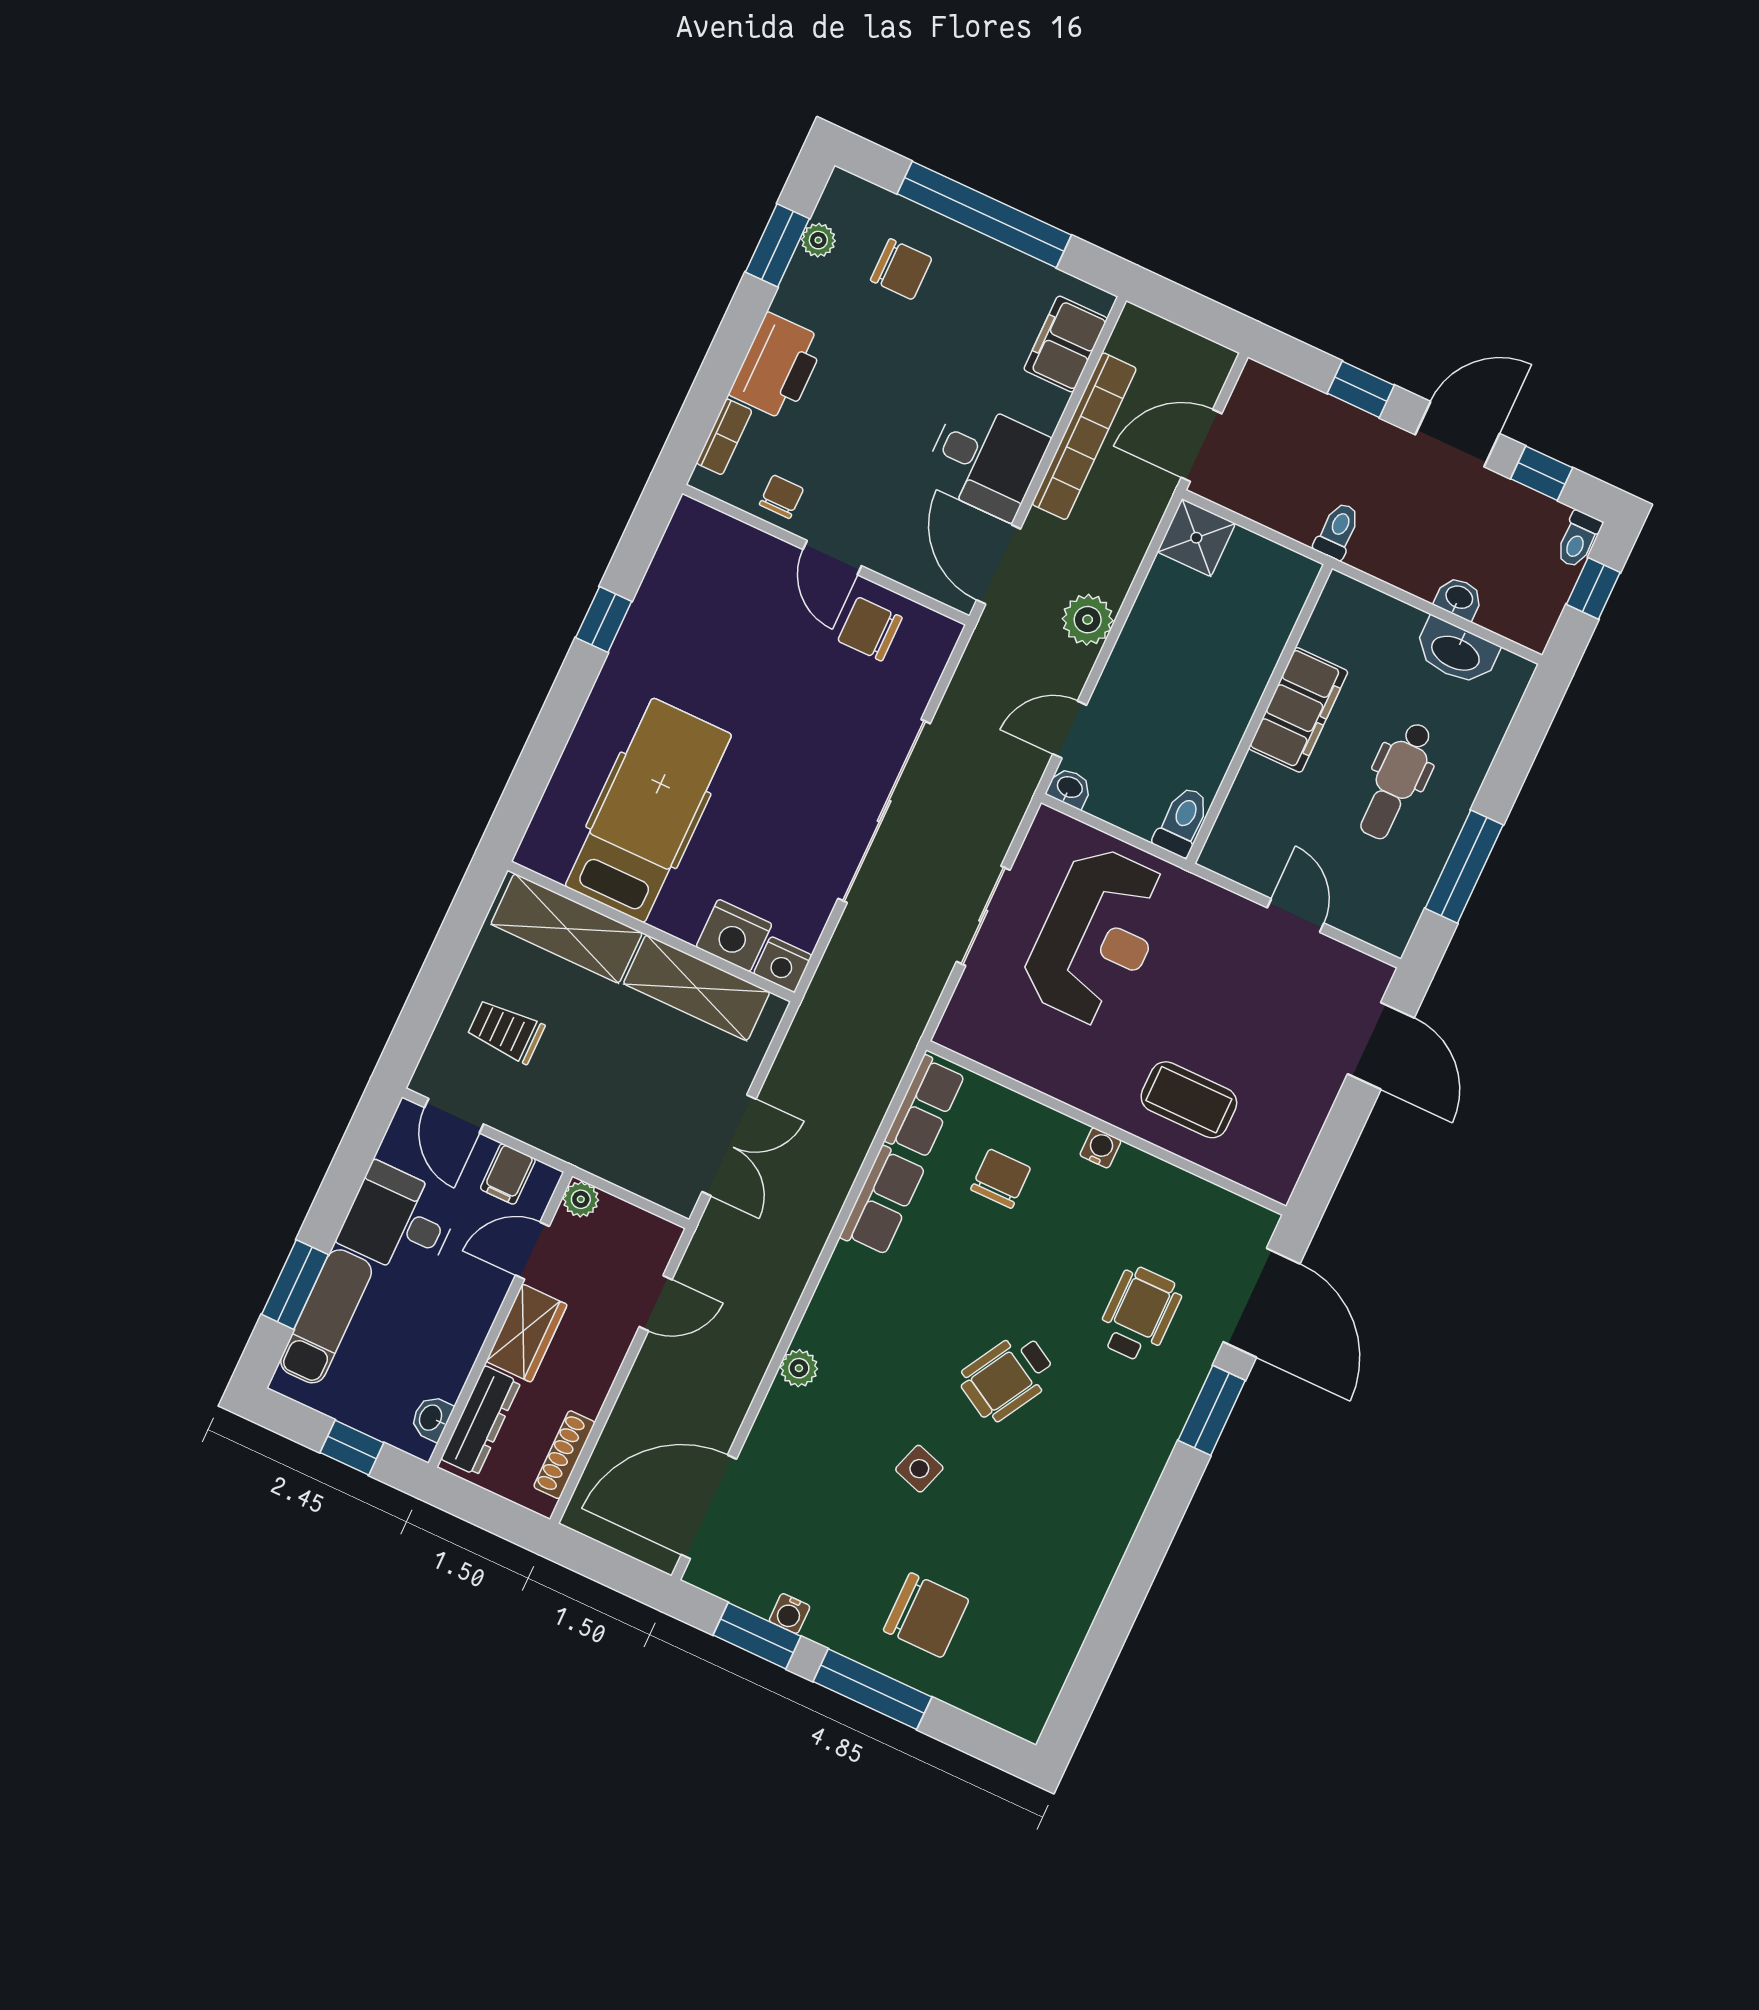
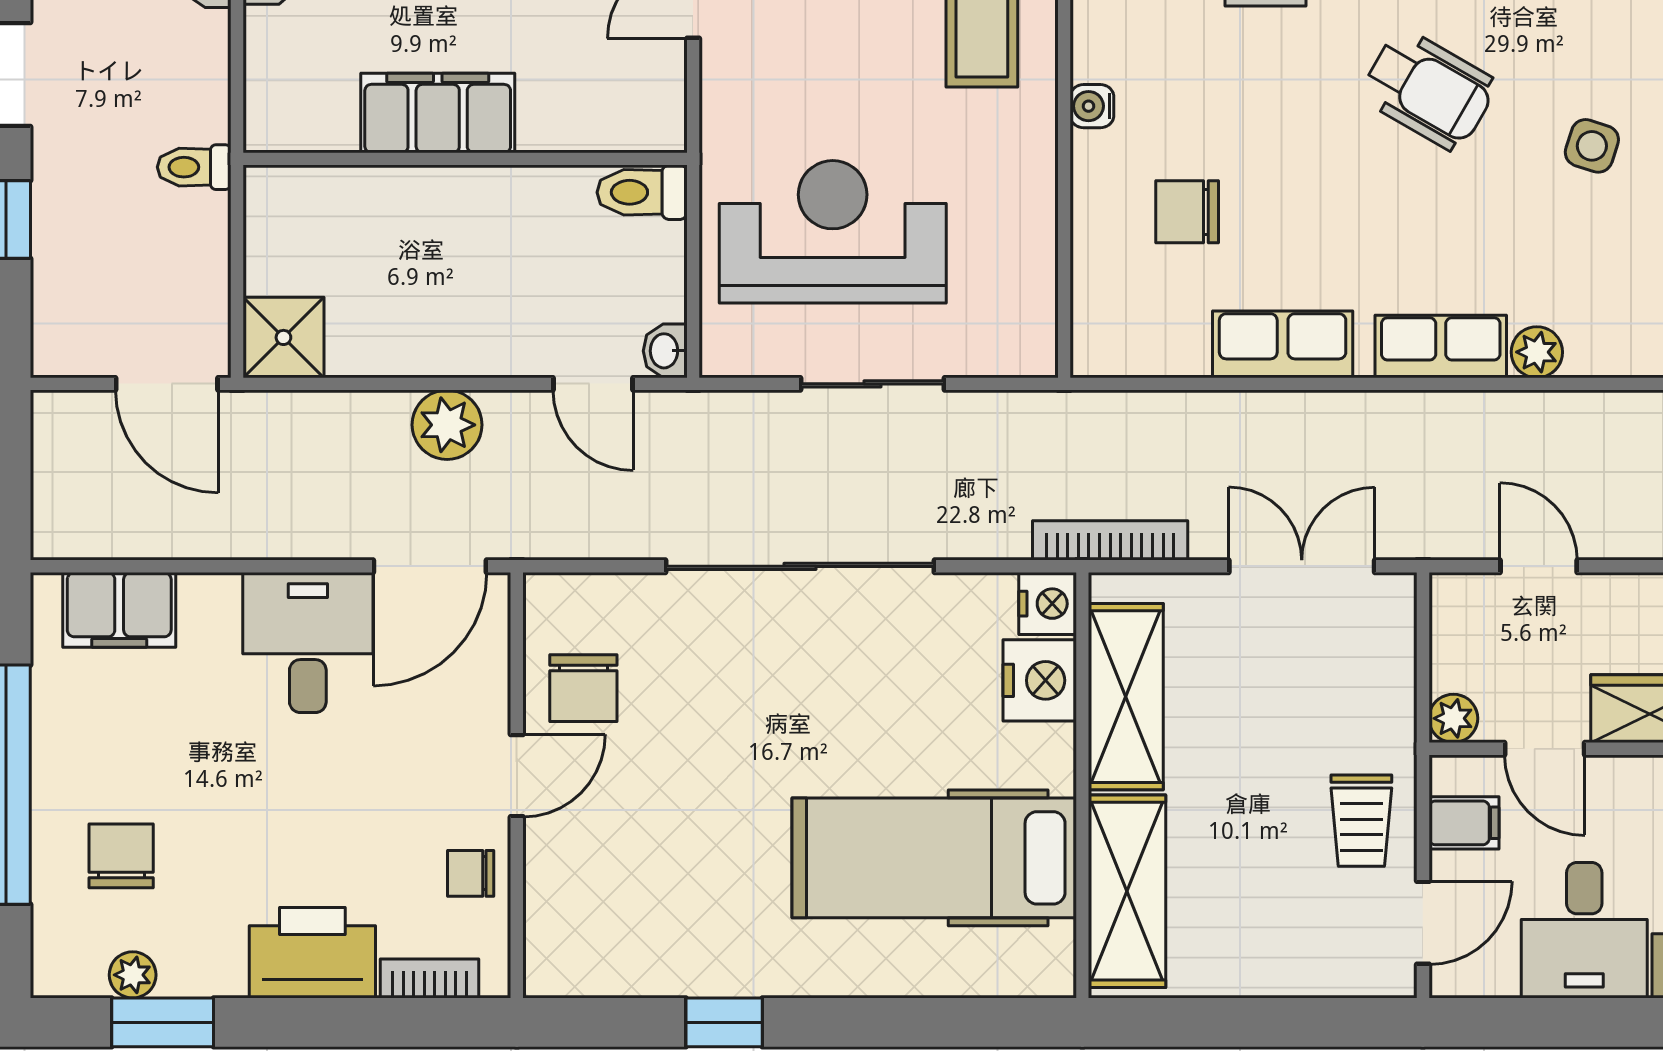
bookcase: (1084, 436) -> (1110, 540), moved, width x0.68, depth x0.76
trolley: (506, 1031) -> (1361, 821), moved
row of seats: (925, 1107) -> (1441, 346), moved

